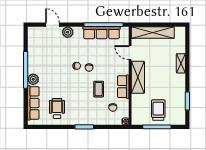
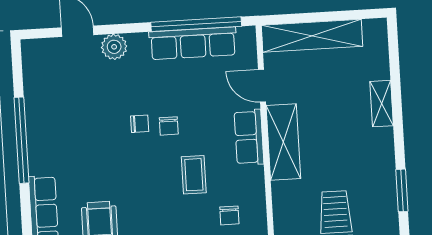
plant: (33, 79) -> (40, 161), removed
row of seats: (123, 87) -> (249, 137), moved

